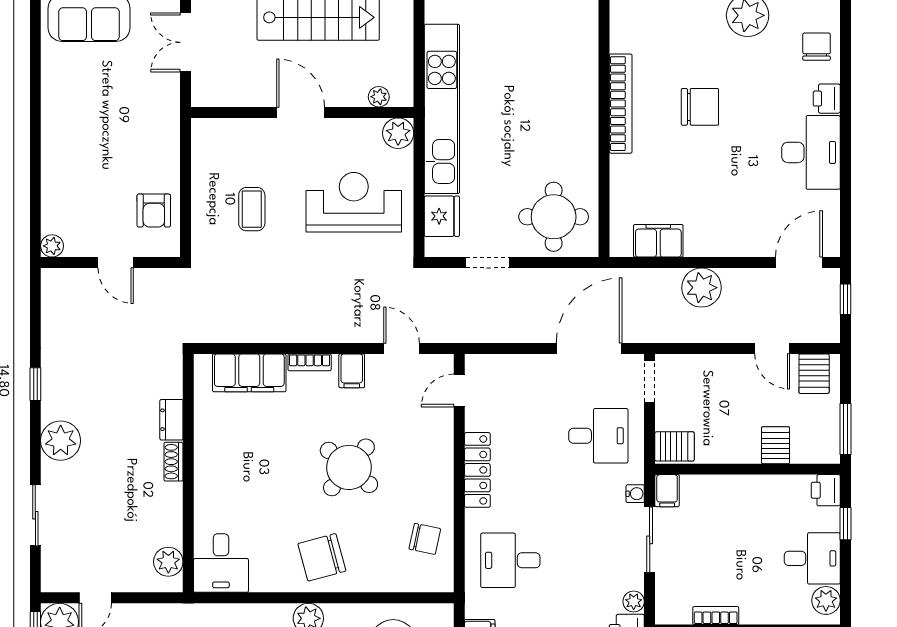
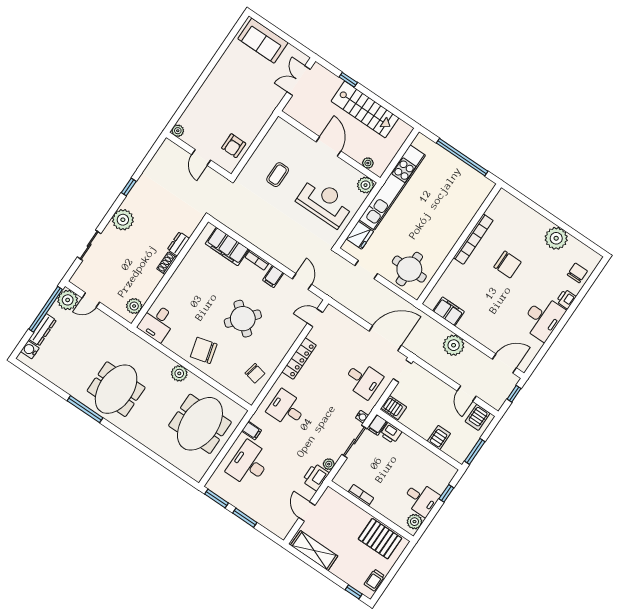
printer: (826, 490) -> (391, 433), moved, turned -90

